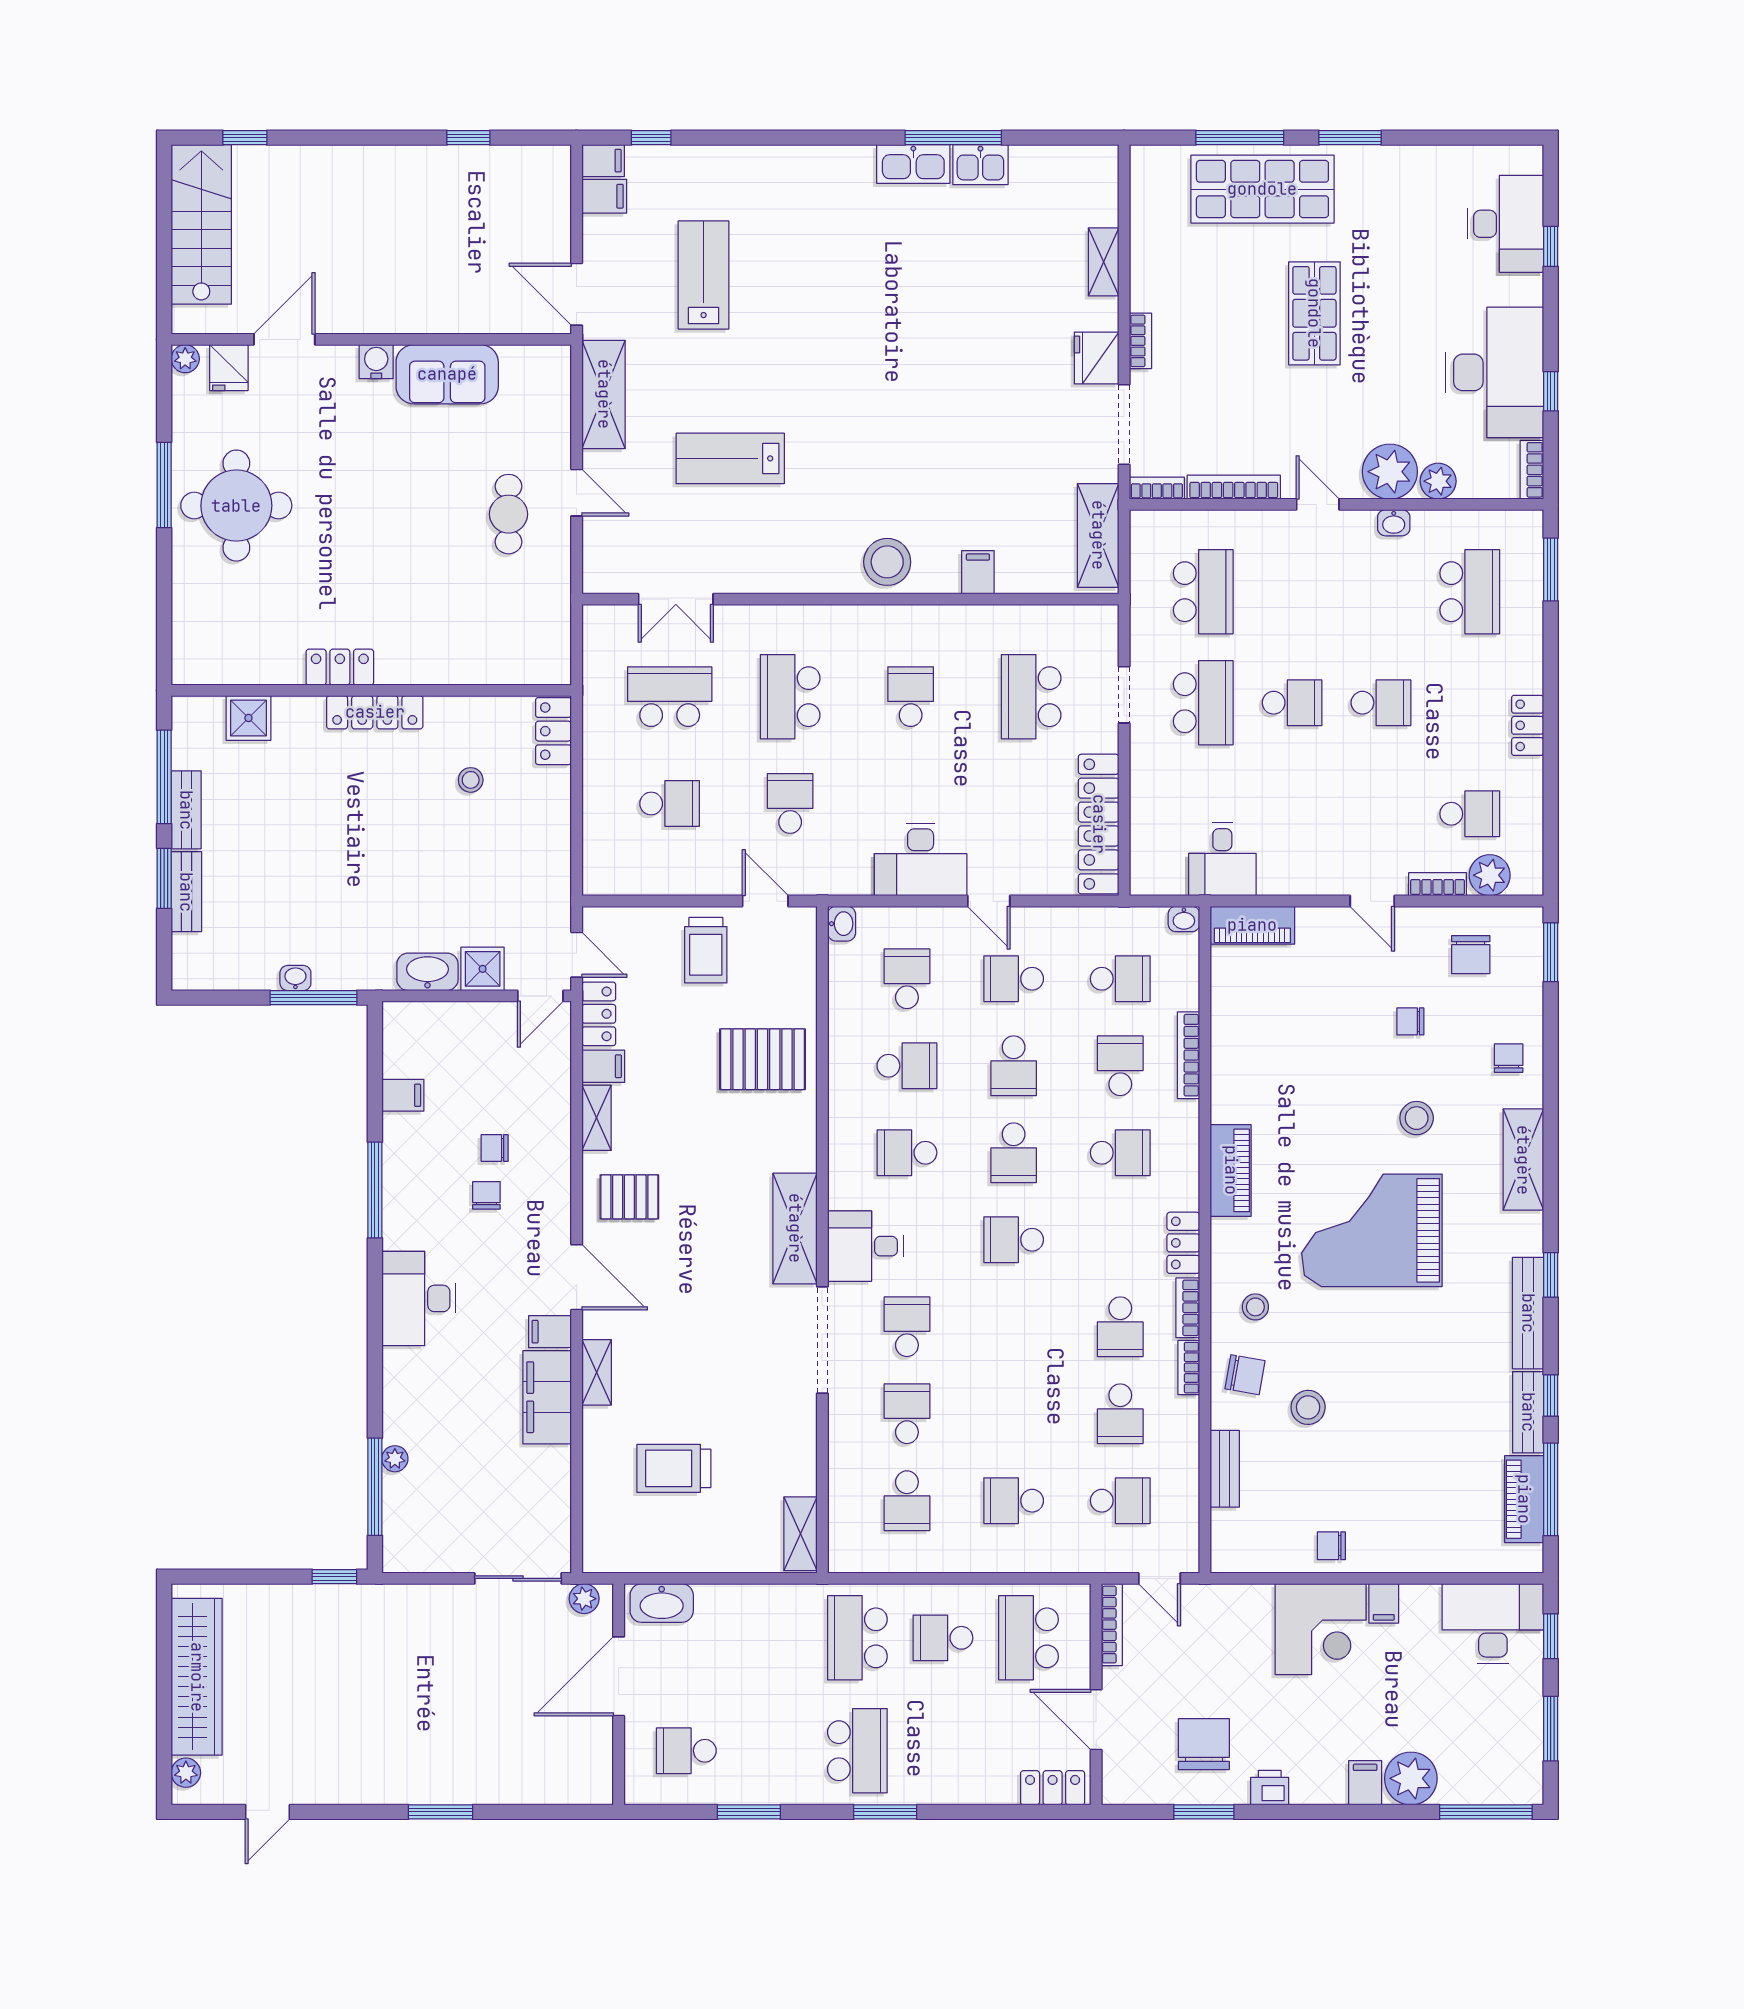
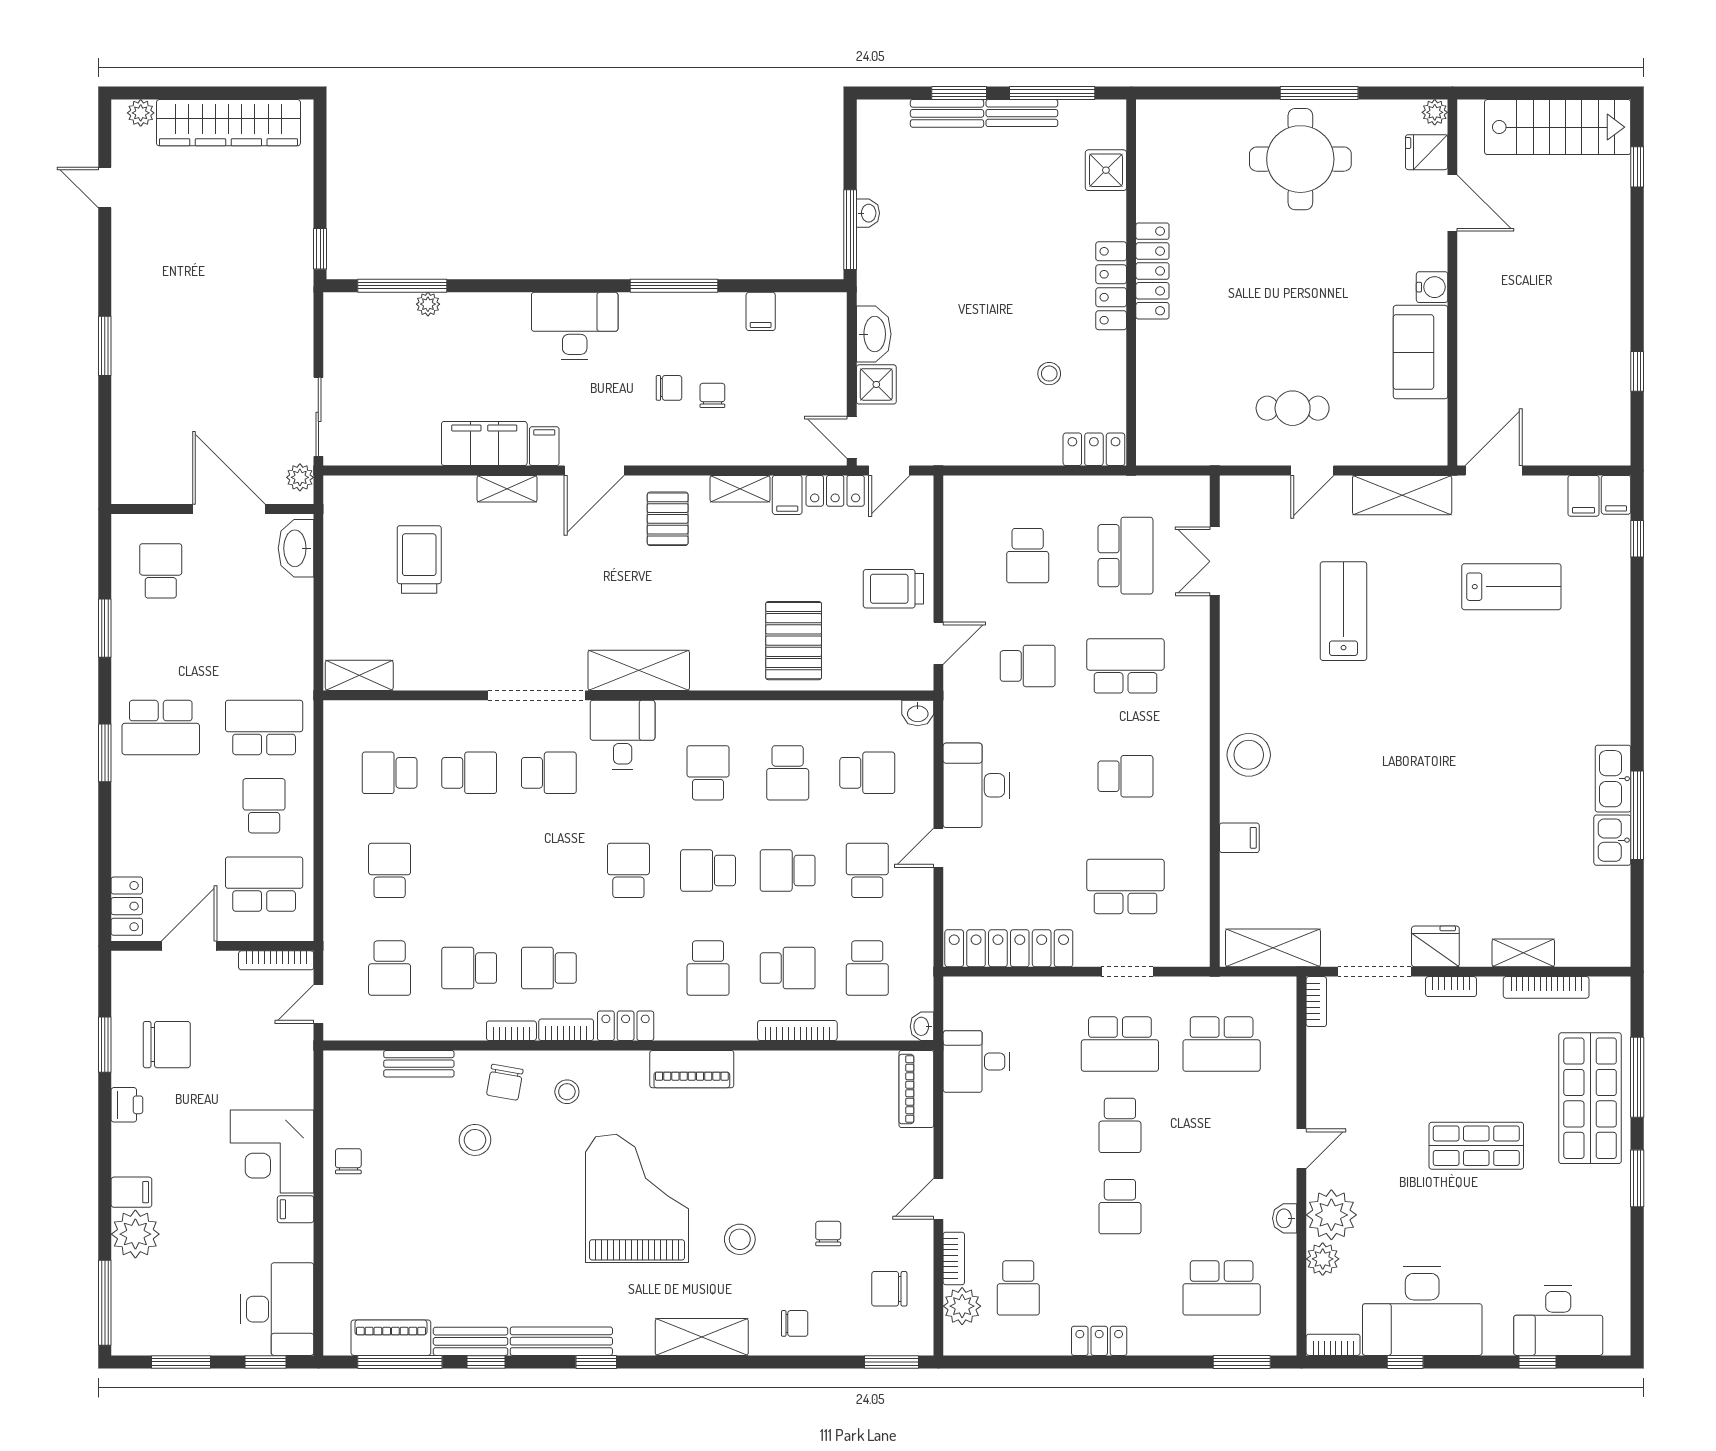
bookcase: (1234, 487) -> (1546, 987), moved, turned 90
locker: (340, 667) -> (1152, 271), width x1.53

